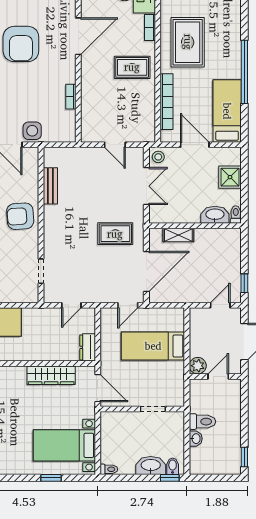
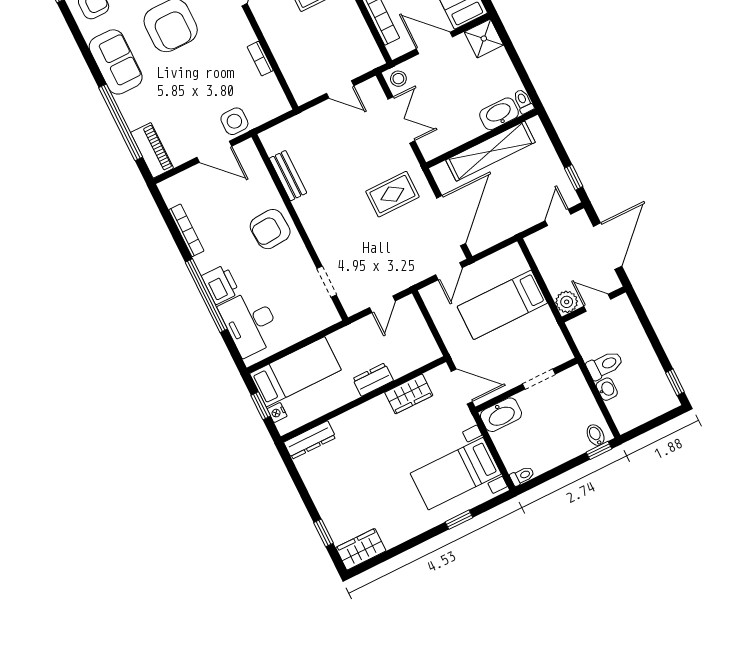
shower: (230, 177) -> (484, 38), moved
shelving: (178, 235) -> (490, 151), width x2.20, depth x1.33
dresser: (88, 347) -> (373, 380), moved, turned 90
wardrobe: (51, 375) -> (409, 394), width x0.67
door: (218, 377) -> (597, 303), hinge flipped
washbasin: (151, 466) -> (501, 415), moved, turned 180

